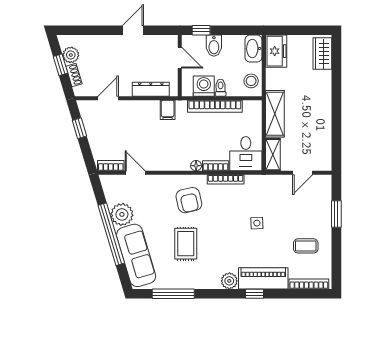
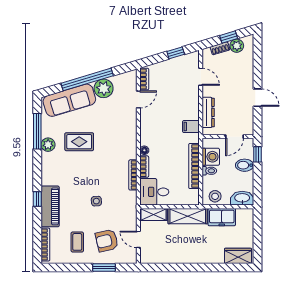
freezer: (276, 51) -> (222, 217), moved
armchair: (189, 200) -> (107, 241), moved
plant: (229, 281) -> (48, 145), moved

